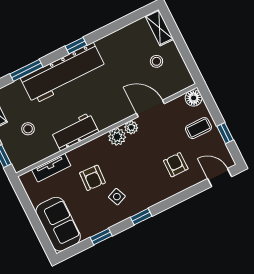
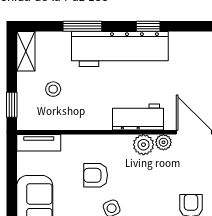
workbench: (75, 132) -> (138, 117), moved
tv unit: (51, 168) -> (39, 143), moved
armchair: (92, 178) -> (96, 175), turned 87

